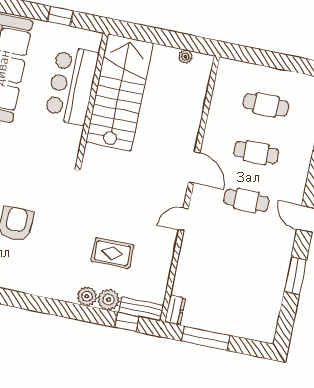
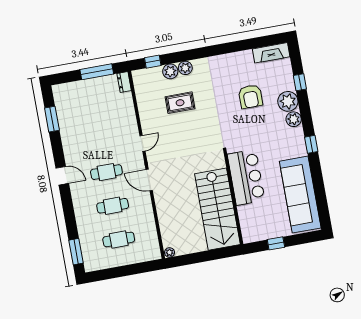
plant: (185, 57) -> (170, 252), moved
bar counter: (72, 85) -> (246, 177), moved
window: (295, 276) -> (52, 119), moved
bench: (141, 309) -> (147, 74), removed

